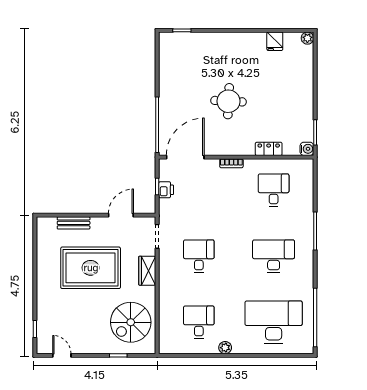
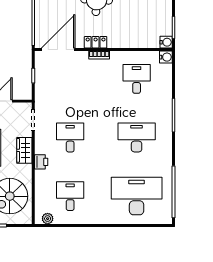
locker: (269, 149) -> (96, 42), moved
water cooler: (307, 166) -> (166, 57), added
printer: (166, 190) -> (41, 162), moved
plant: (225, 348) -> (48, 219), moved

